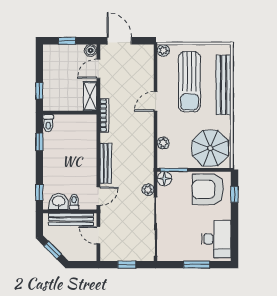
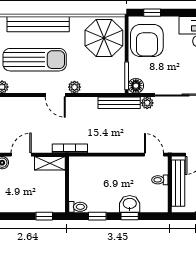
door: (98, 69) -> (21, 155), swing flipped
plant: (163, 143) -> (74, 87), moved
bench: (106, 163) -> (119, 103), moved
window: (39, 192) -> (130, 216), moved
washbasin: (59, 201) -> (130, 204), moved, turned 90

